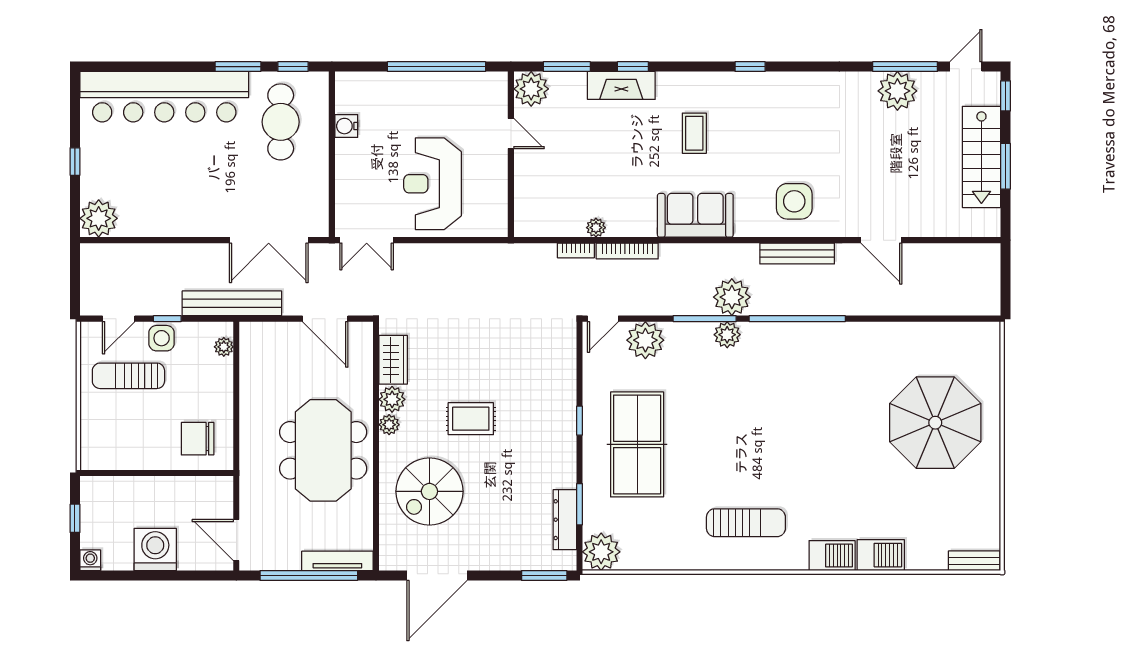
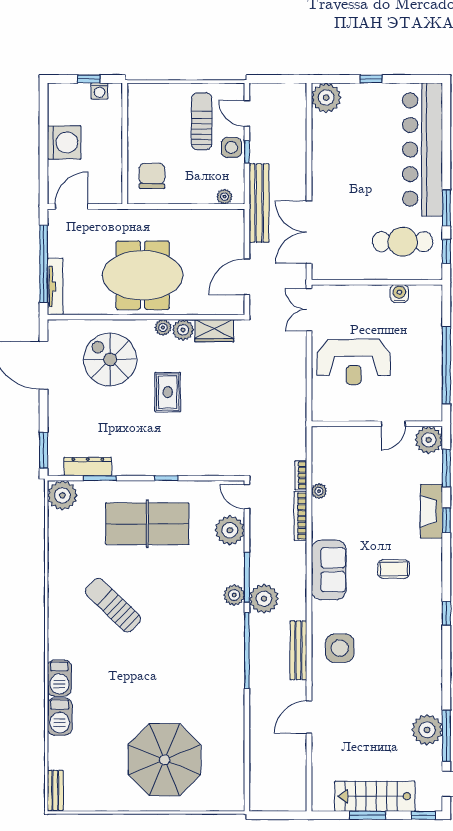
reception desk: (433, 184) -> (354, 362), turned 180
sun lounger: (746, 523) -> (113, 605), moved, turned 134
washing machine: (90, 560) -> (99, 91), moved, turned 90

